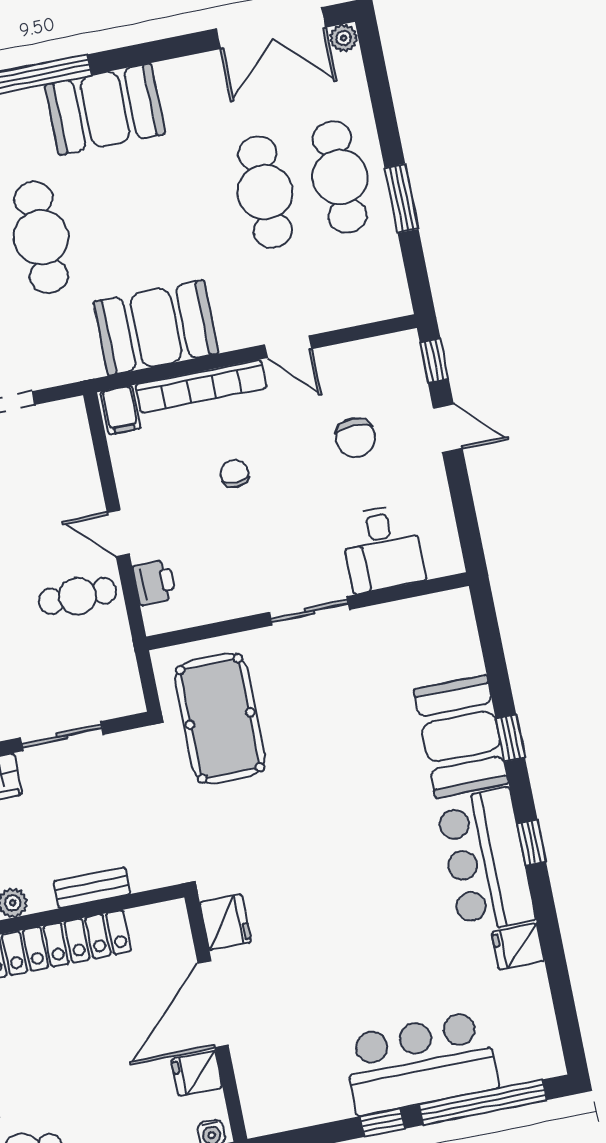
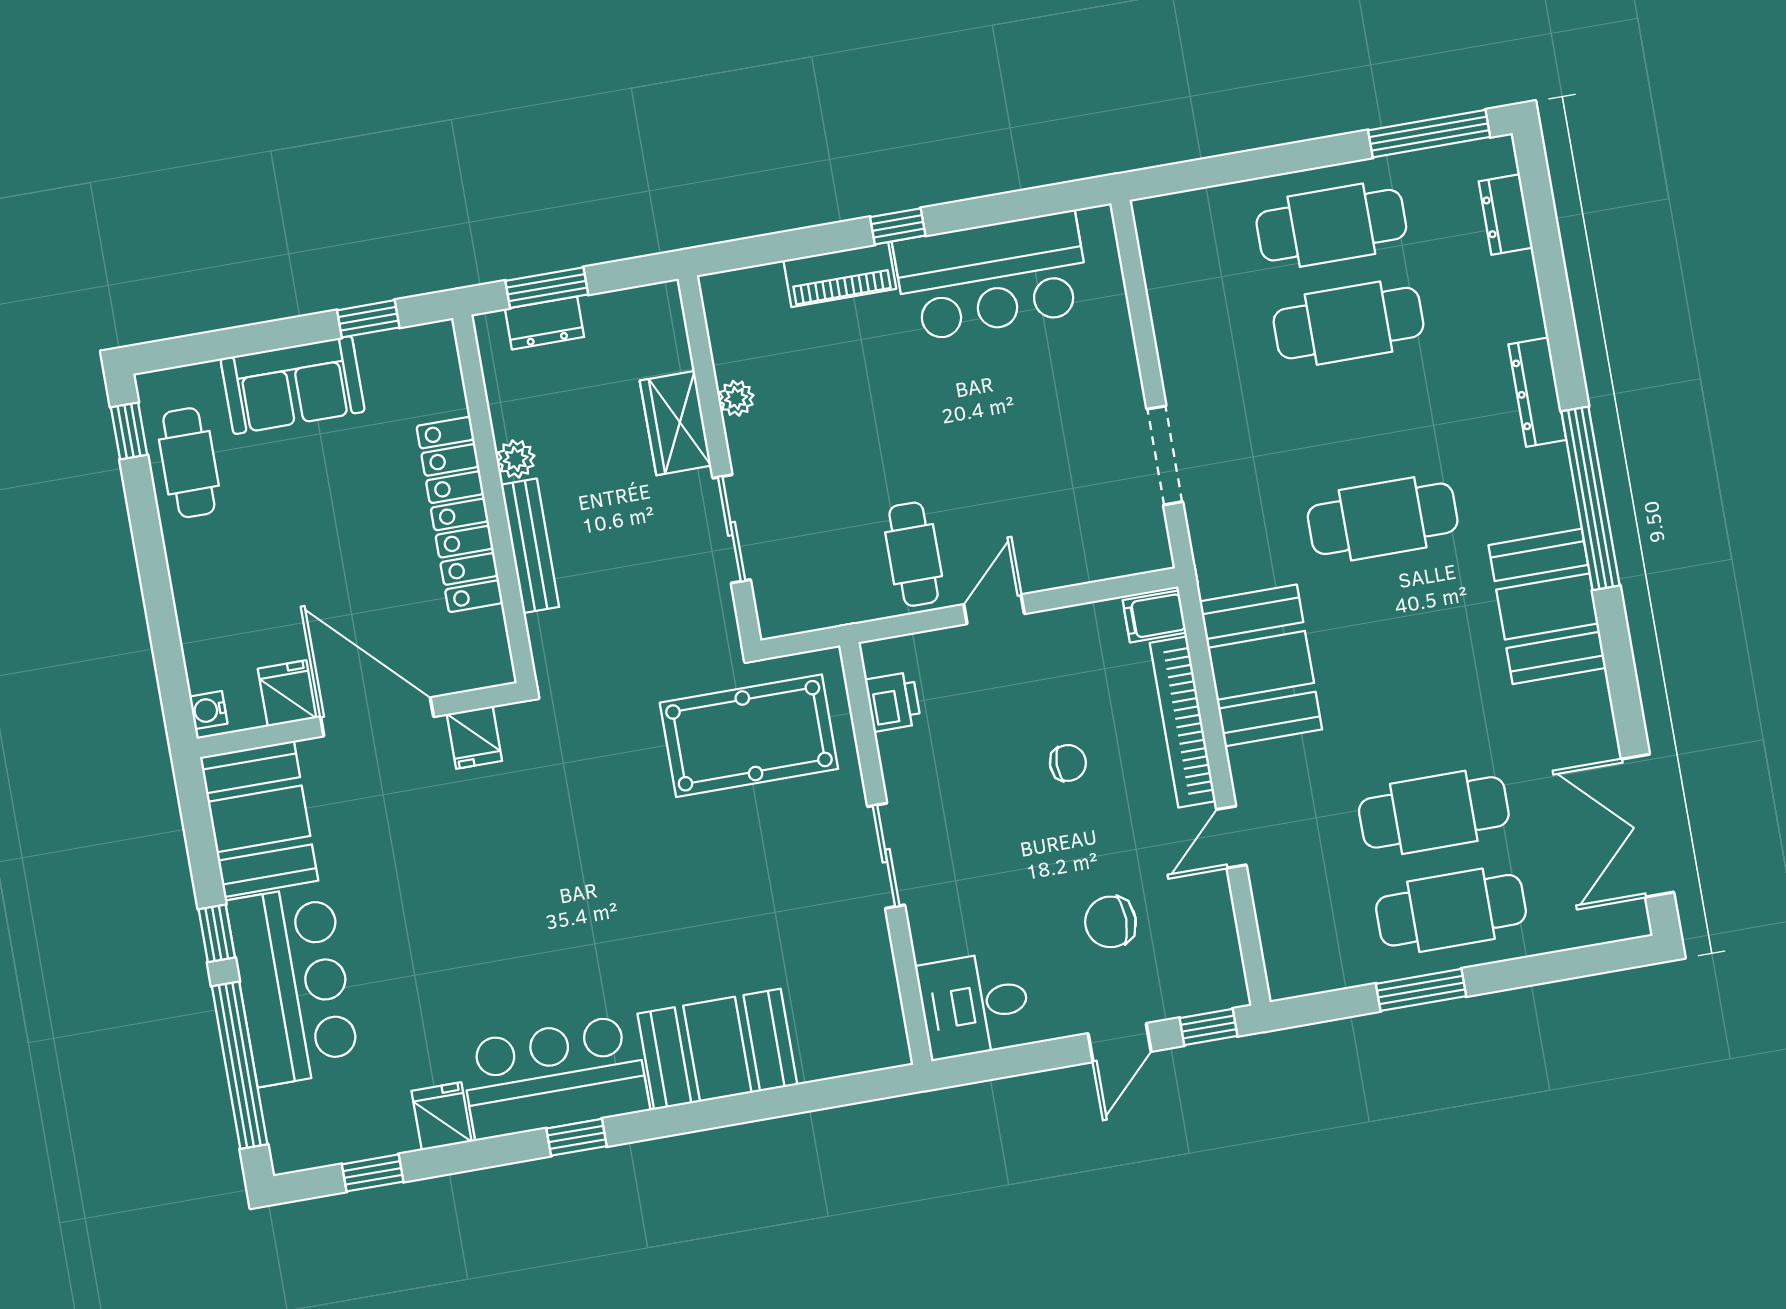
plant: (344, 38) -> (1632, 920), removed
desk: (382, 548) -> (975, 1005), moved
printer: (154, 582) -> (893, 702), moved, turned -90
window: (510, 738) -> (373, 1173), moved
bench: (92, 888) -> (530, 546), width x1.36
fridge: (226, 922) -> (474, 737), width x0.72
booth: (294, 1092) -> (259, 819), added

